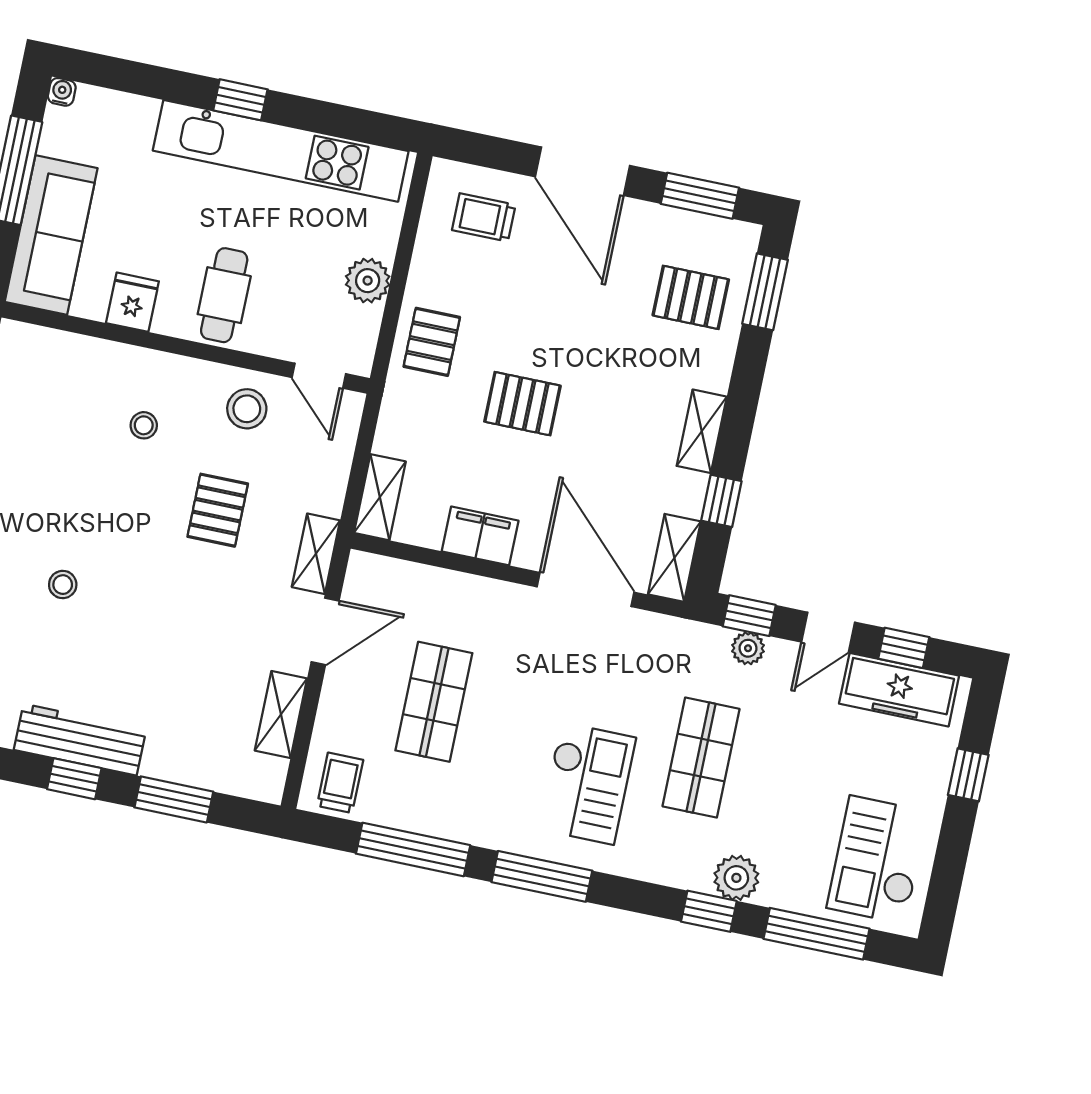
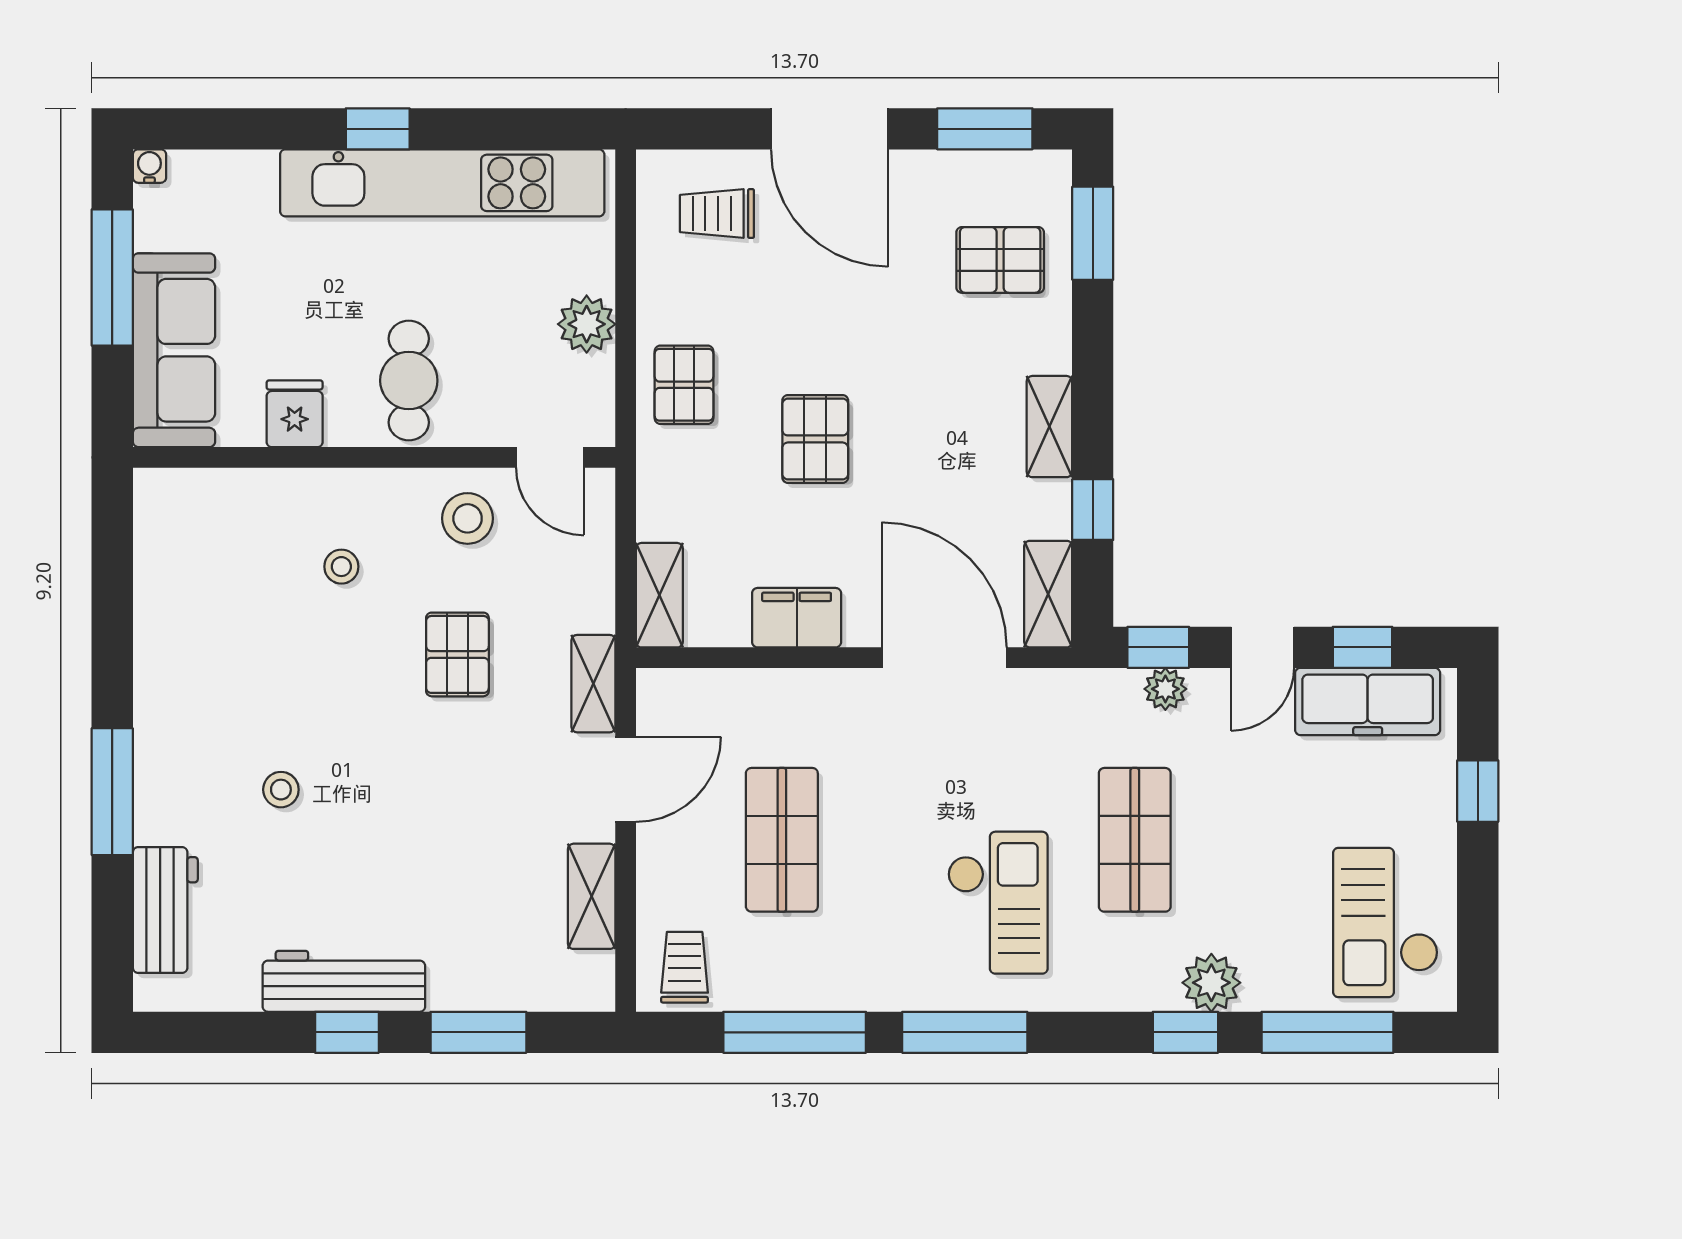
pallet: (522, 404) -> (815, 439), turned 90

